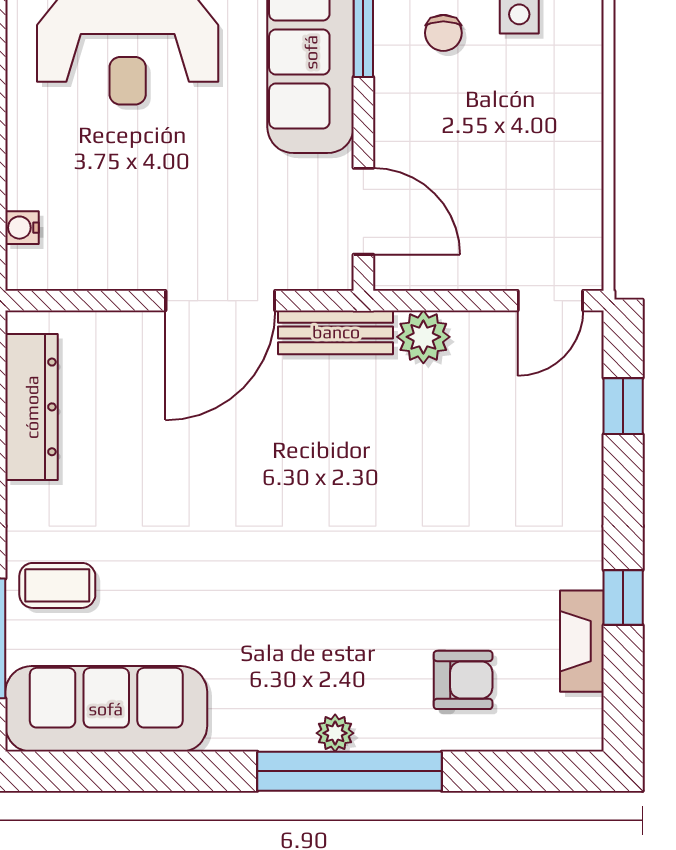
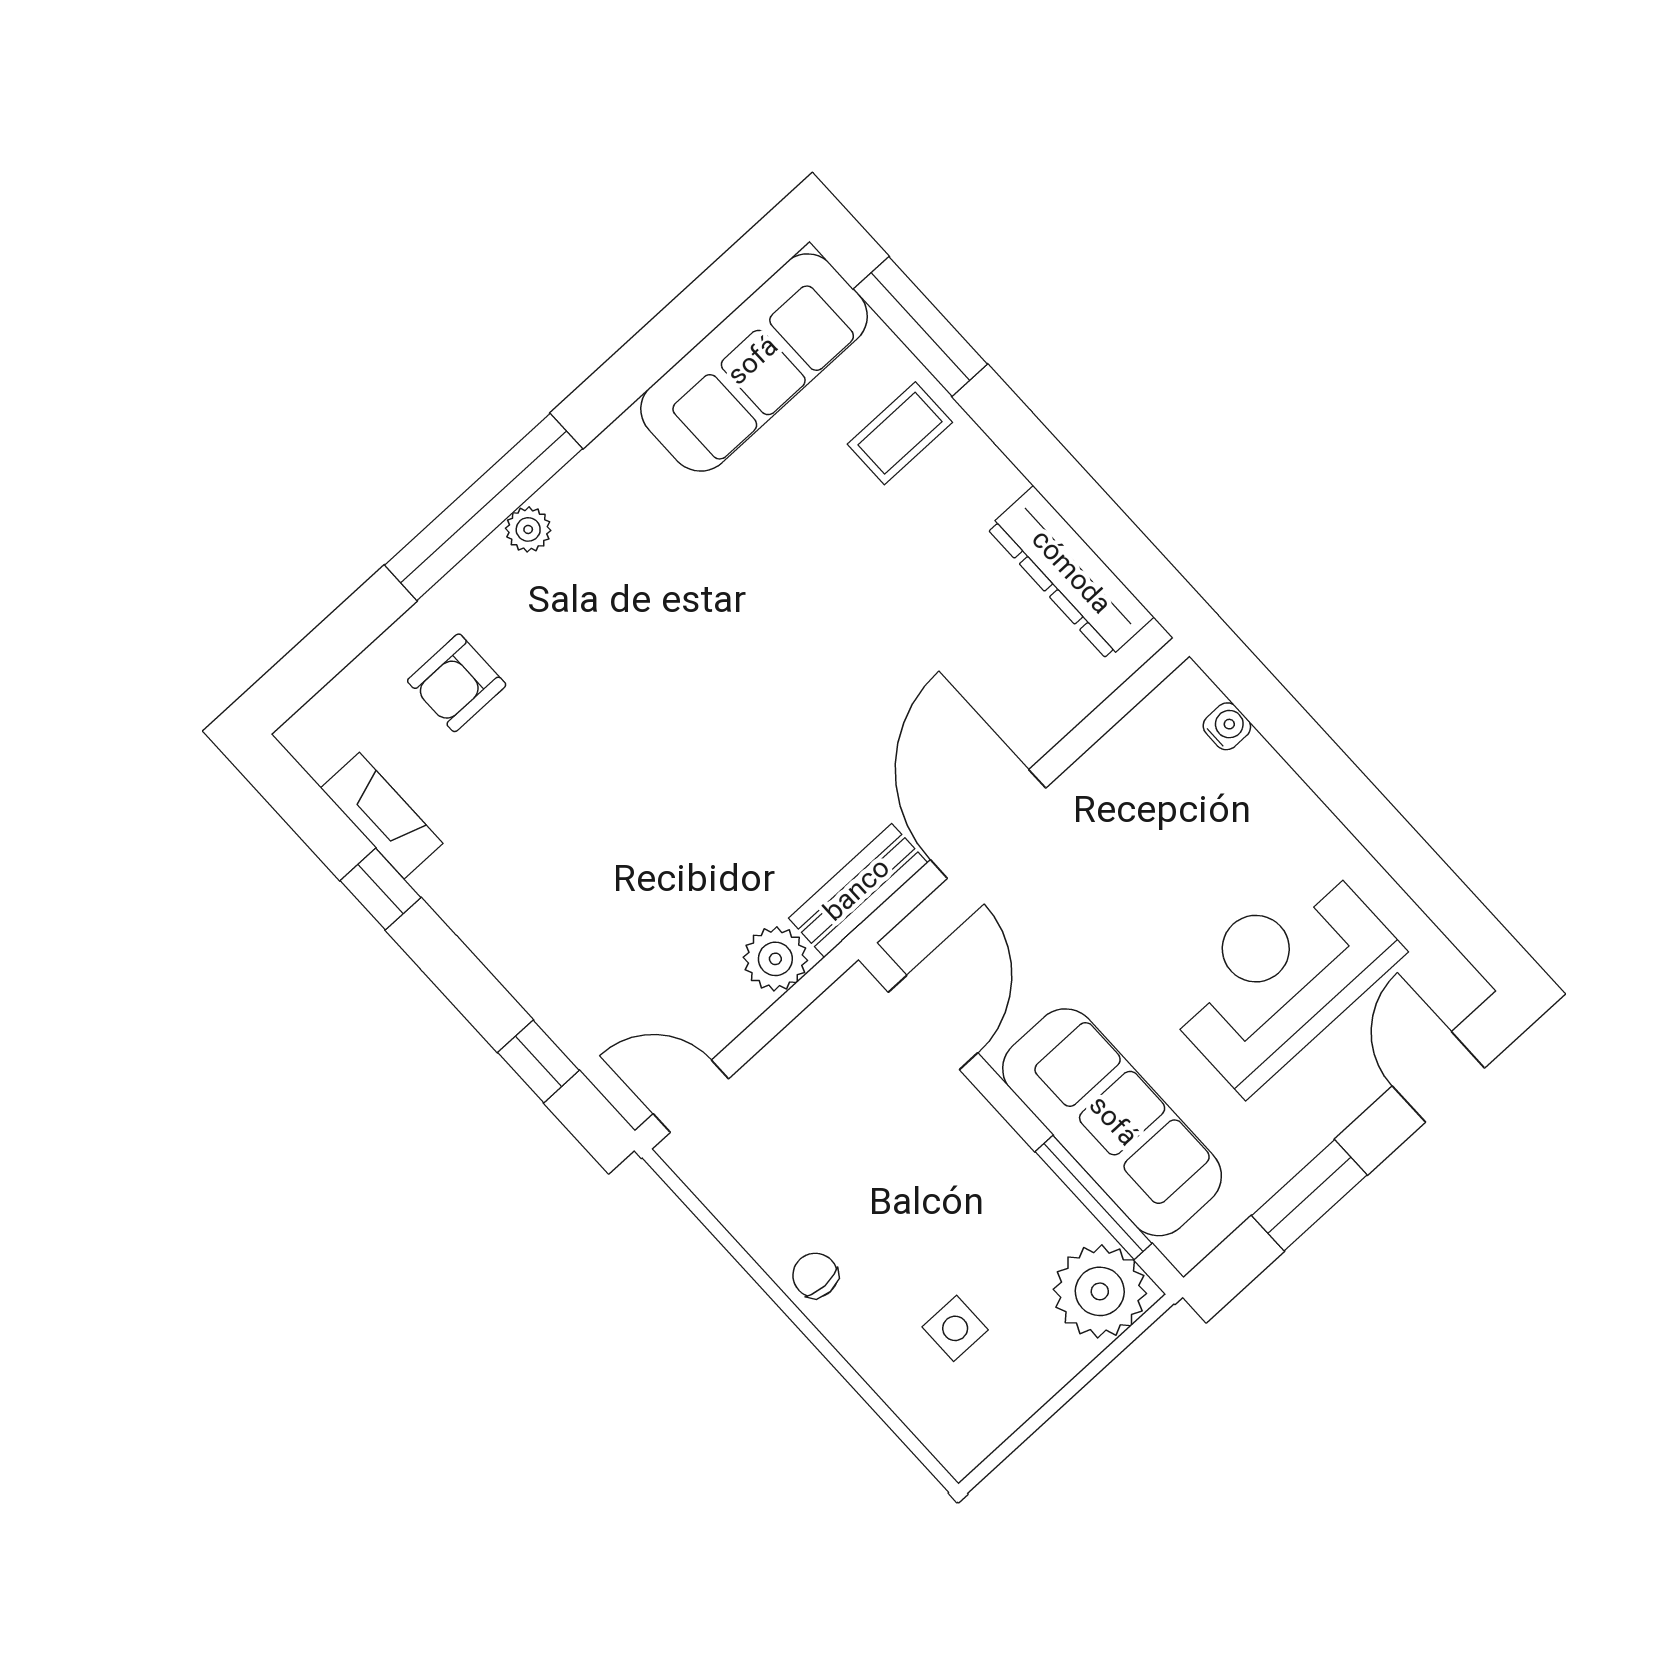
chair: (443, 33) -> (815, 1275), moved
door: (363, 211) -> (933, 1022), swing flipped
door: (550, 301) -> (691, 1096), hinge flipped

